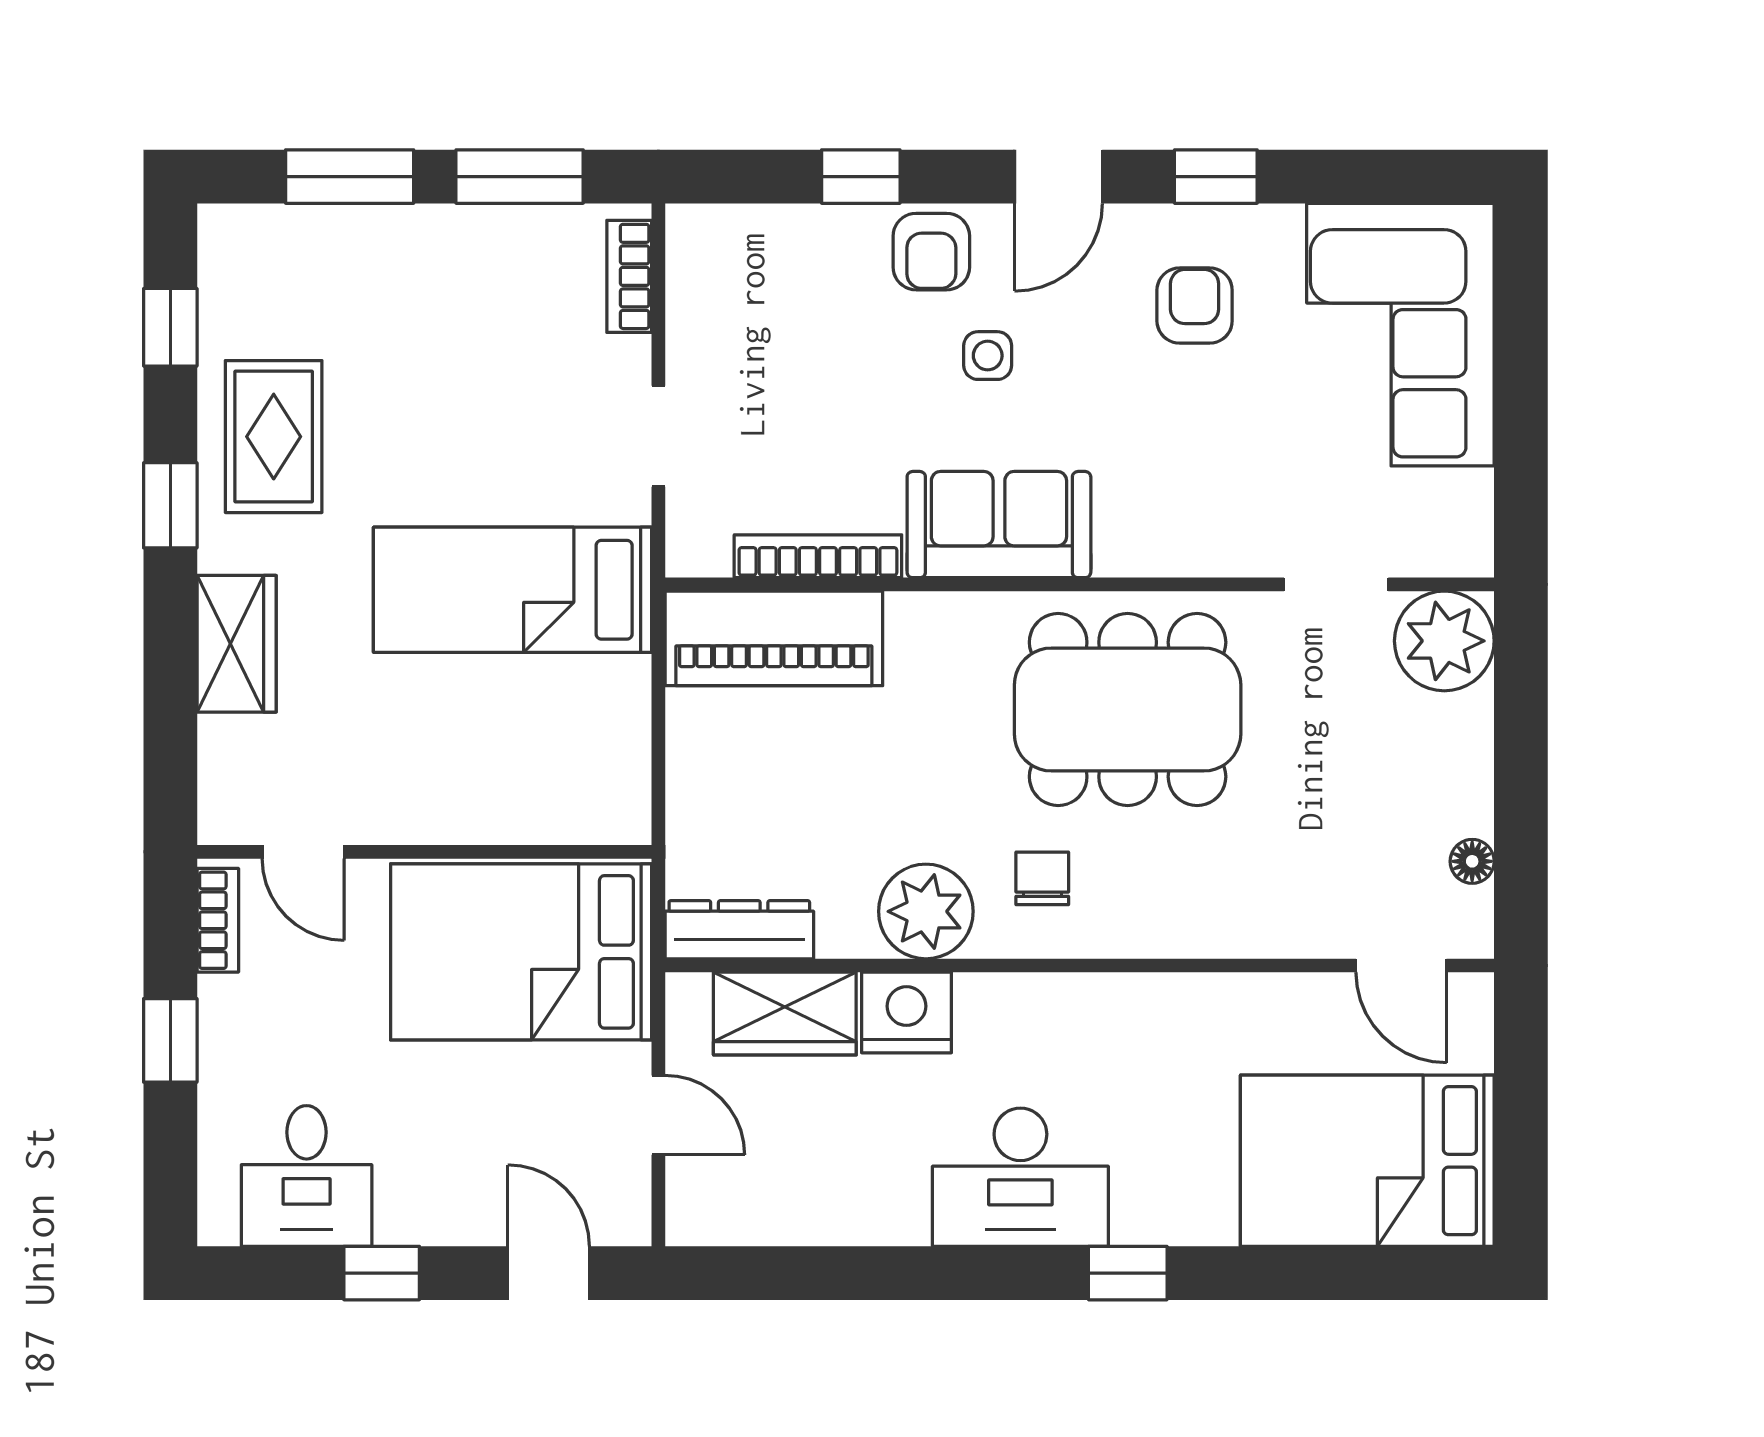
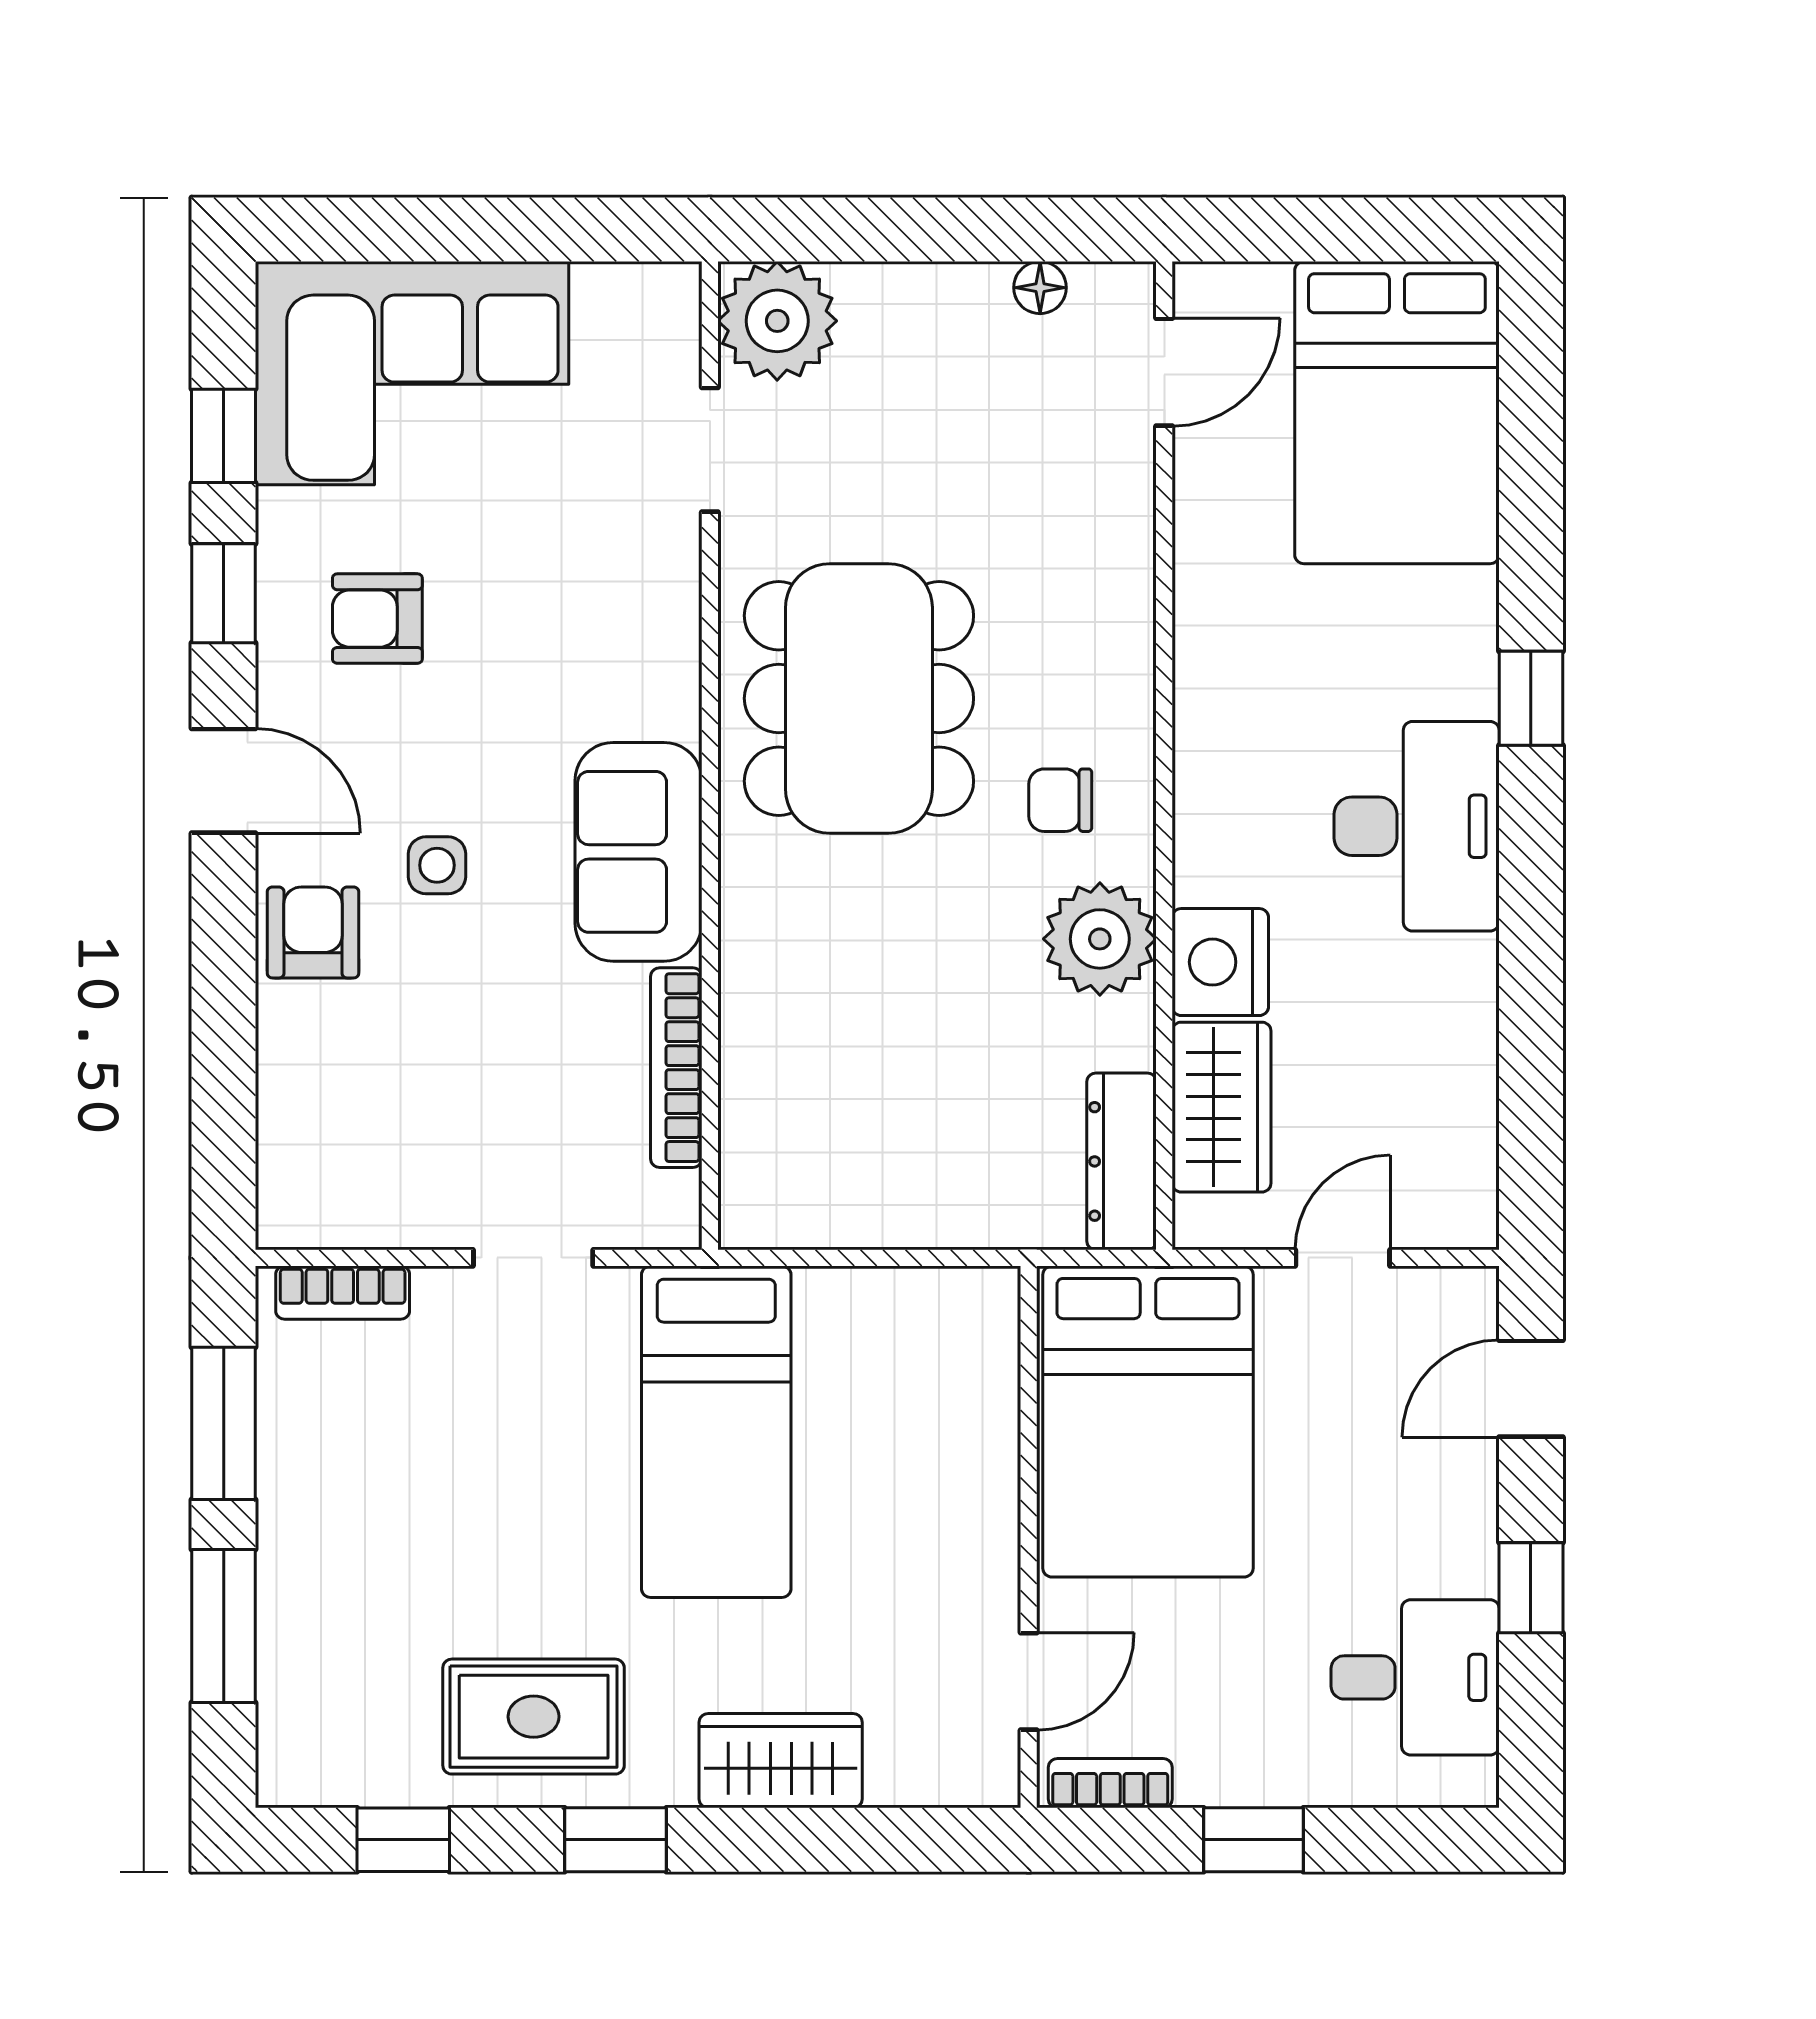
window: (861, 177) -> (224, 436), moved
armchair: (931, 252) -> (313, 932), turned -90
piano: (774, 638) -> (774, 1120), removed

